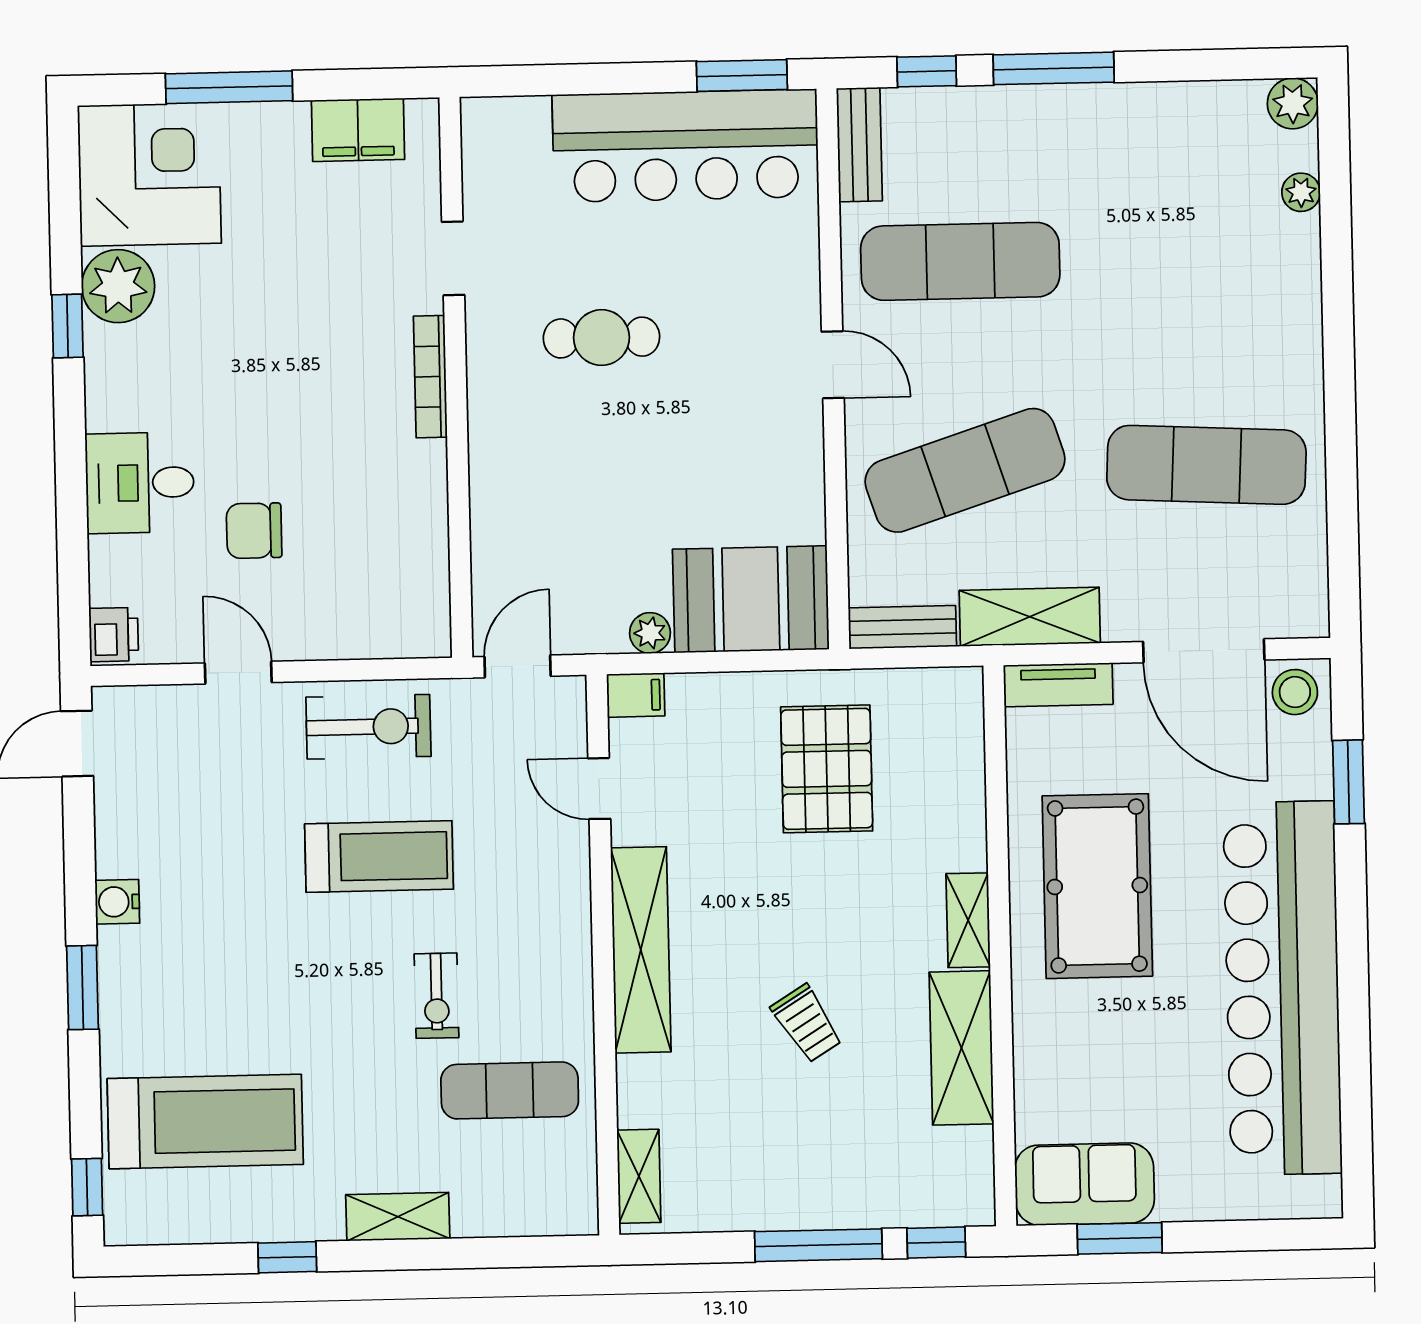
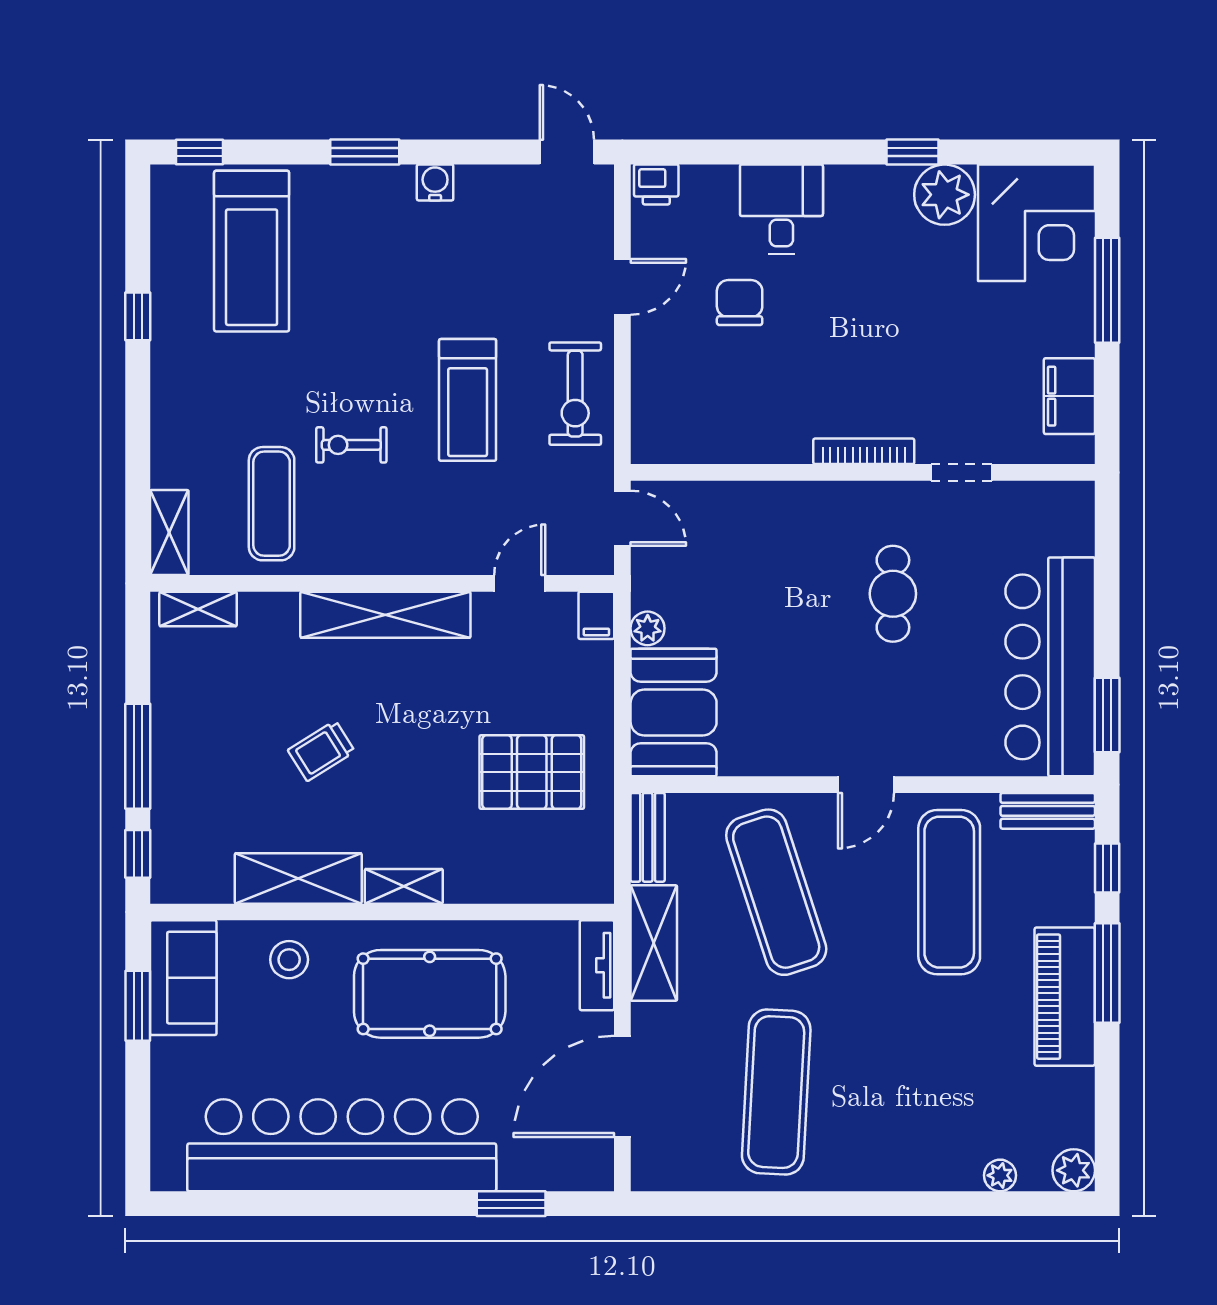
piano: (1083, 119) -> (1065, 997), added
stool: (1295, 692) -> (289, 960), moved
shelving: (398, 1217) -> (169, 533), moved

